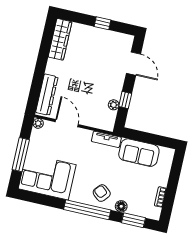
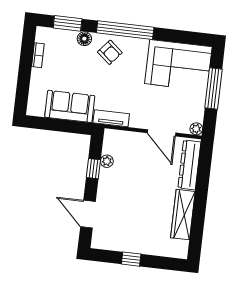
wardrobe: (60, 39) -> (183, 215), moved

